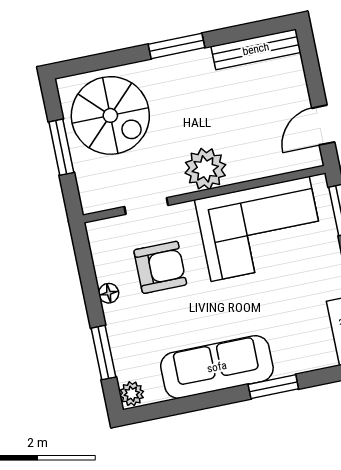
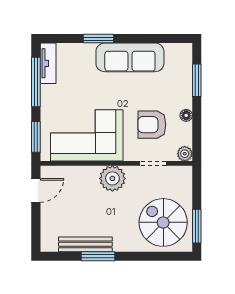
window: (177, 46) -> (98, 256), moved
bench: (256, 49) -> (85, 244), moved
window: (61, 147) -> (197, 226), moved
plant: (132, 394) -> (185, 154), moved

